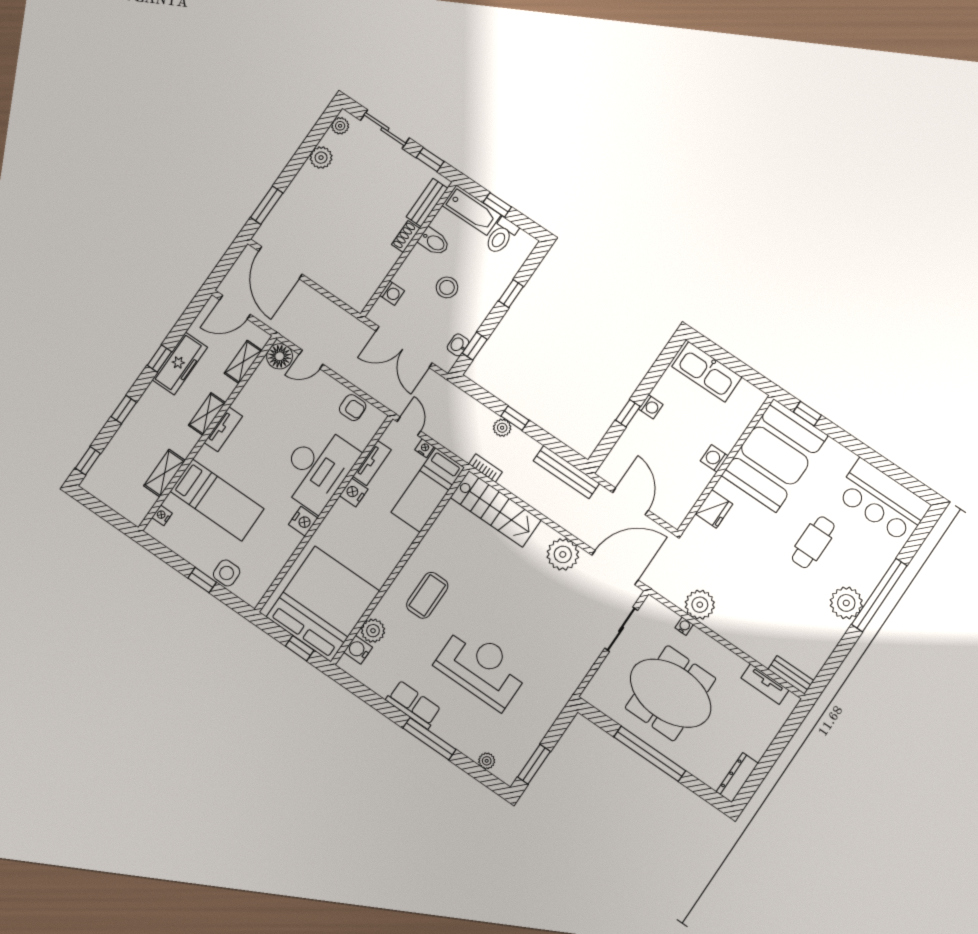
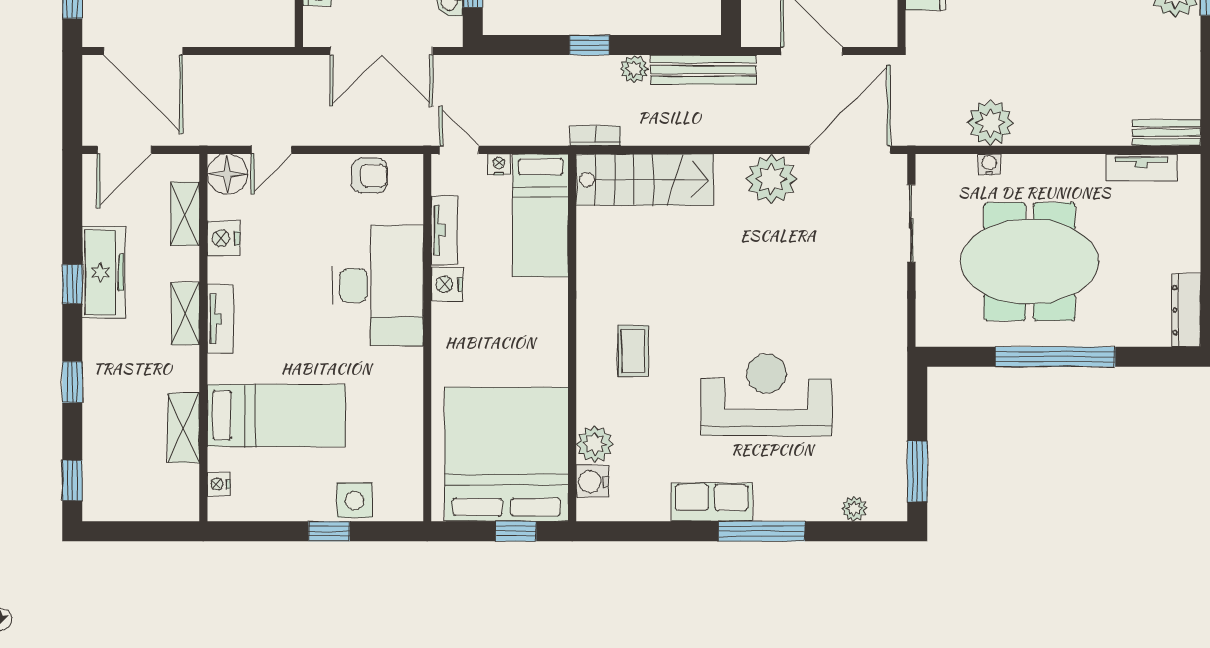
plant: (502, 428) -> (634, 69), moved
nightstand: (303, 521) -> (223, 238), moved, turned 180
coffee table: (427, 595) -> (633, 351), width x0.73, depth x0.77

